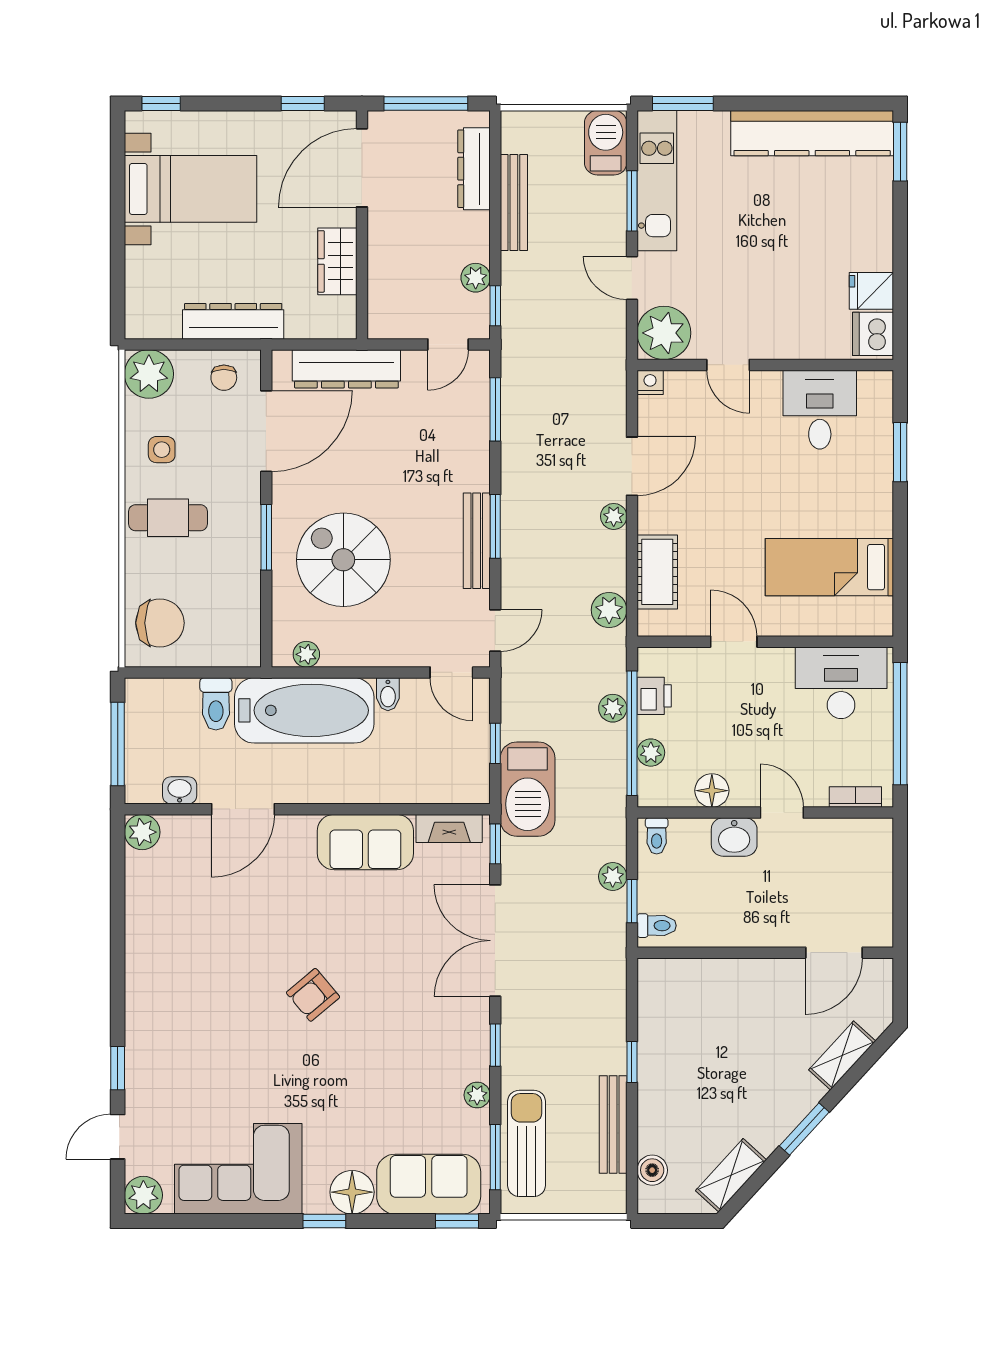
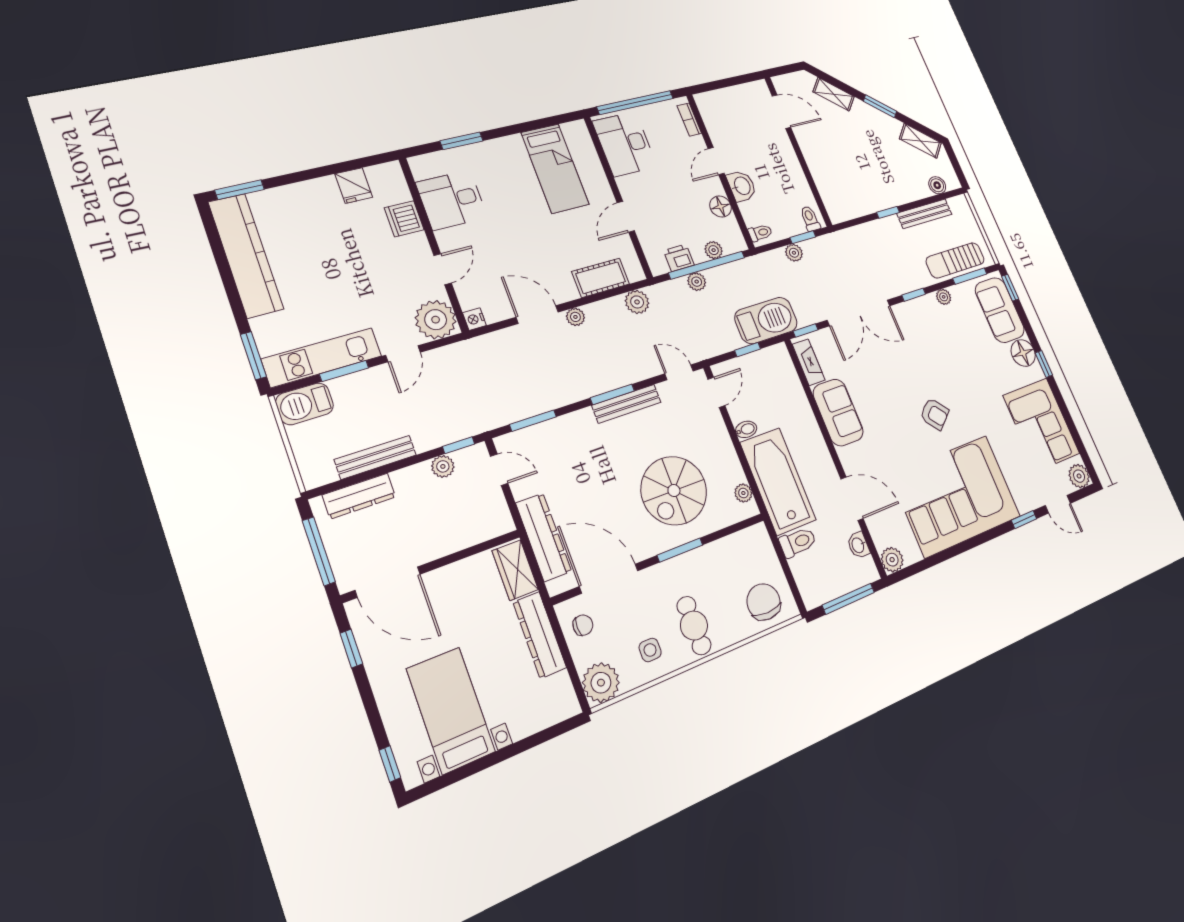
wardrobe: (337, 261) -> (515, 570), moved, turned 90
dishwasher: (873, 334) -> (404, 219), moved, turned 90
corner sofa: (189, 973) -> (956, 496), added

